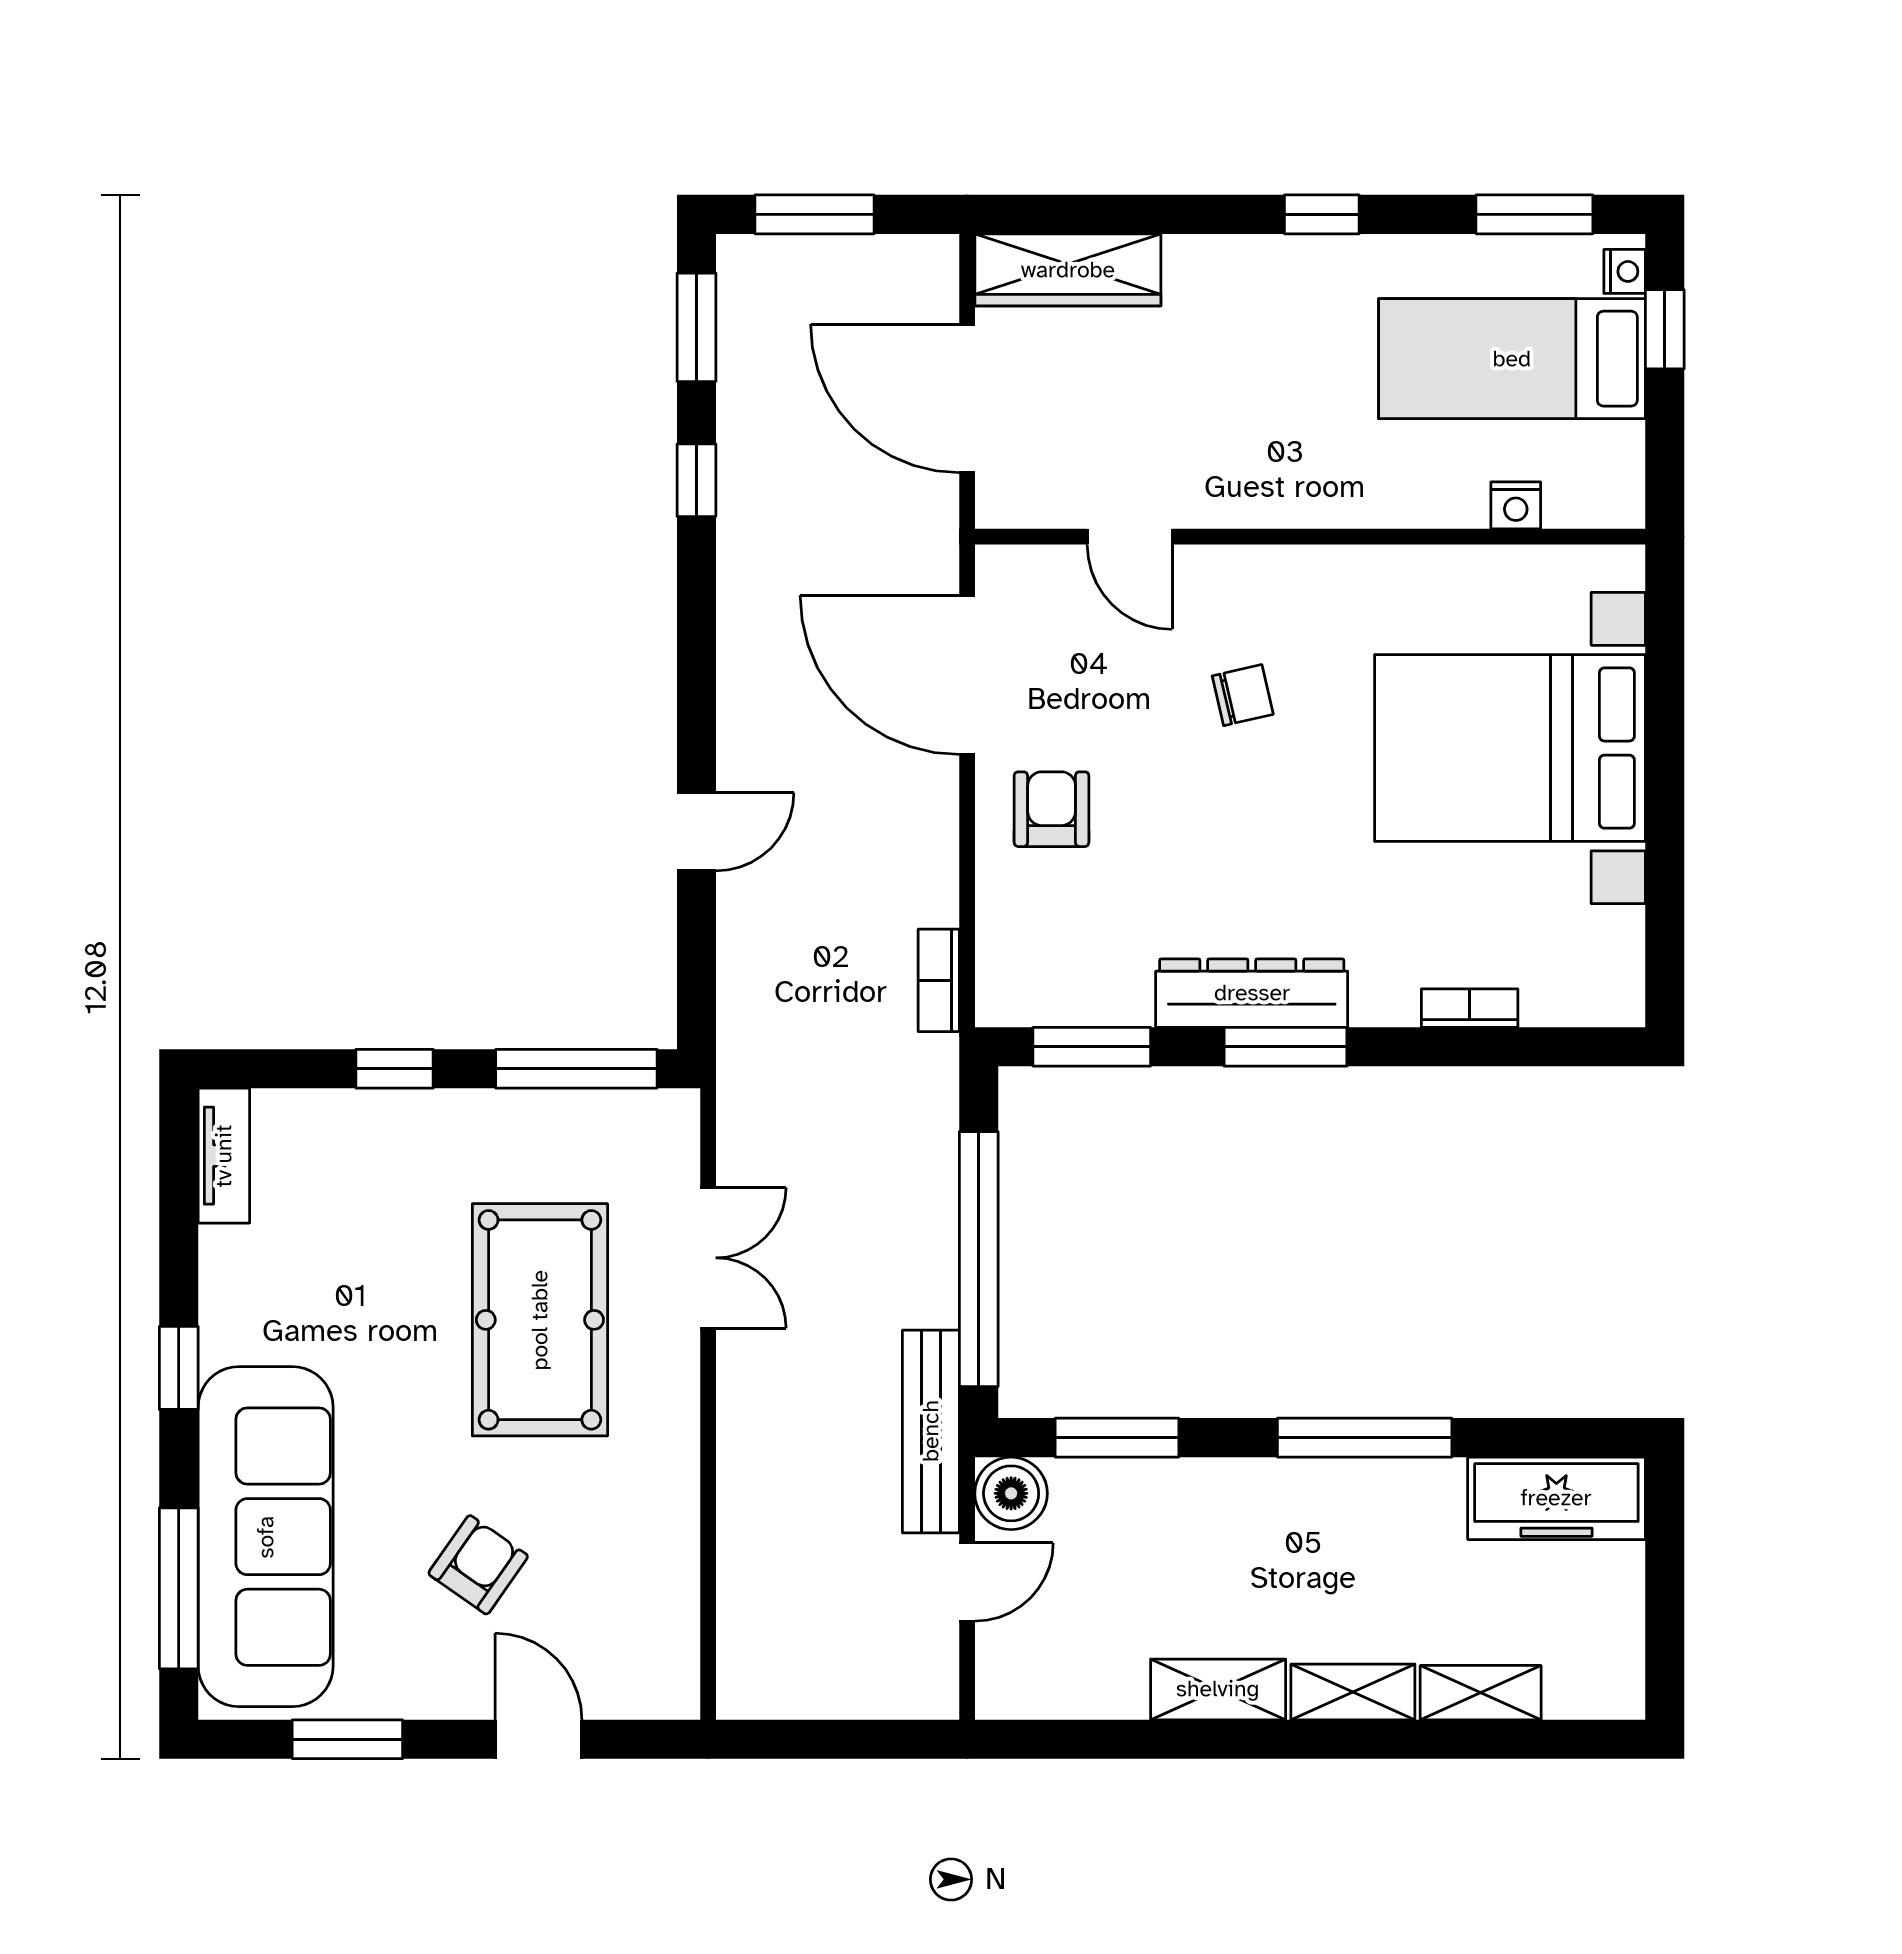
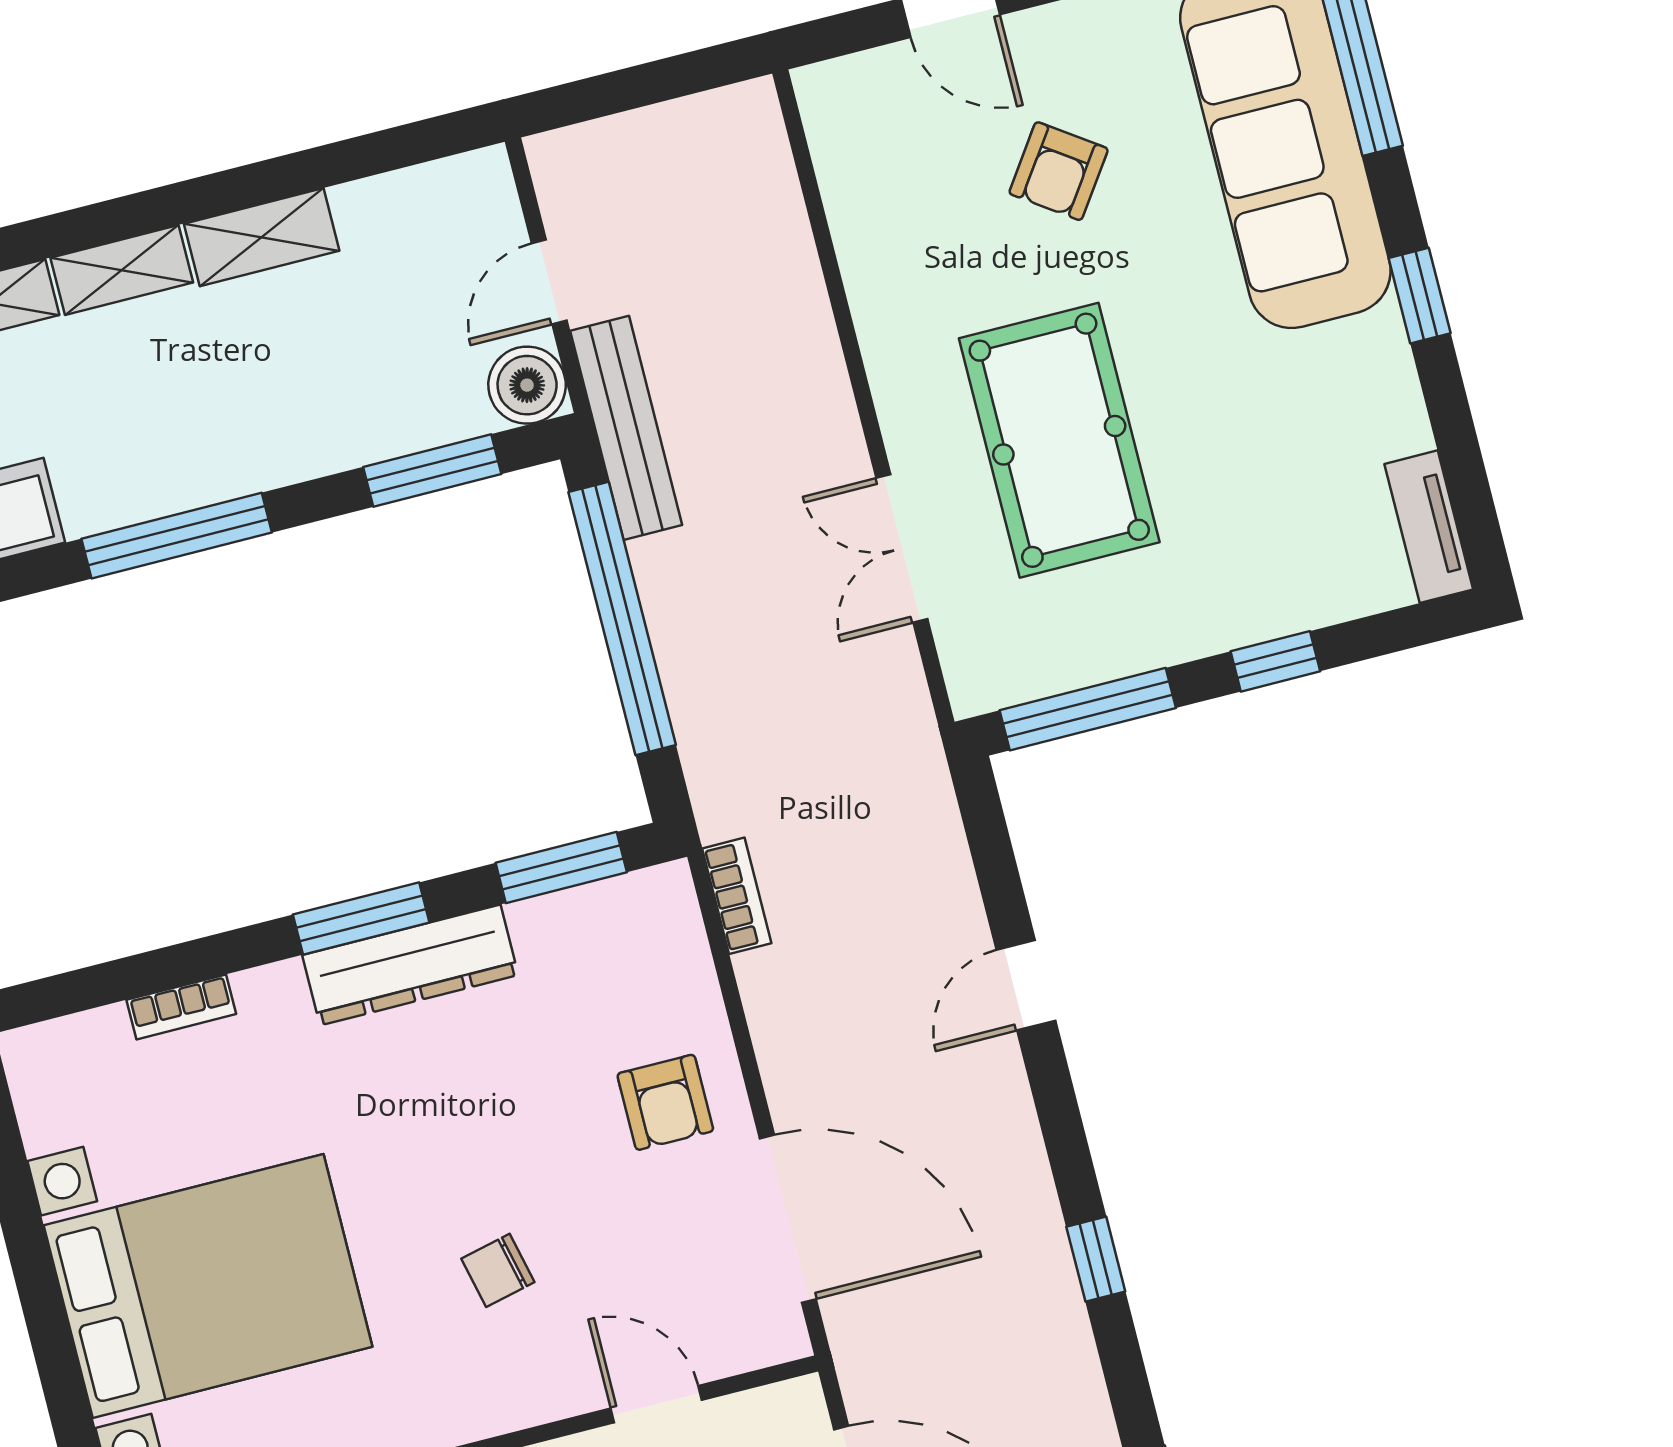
window: (696, 480) -> (1096, 1259), moved

